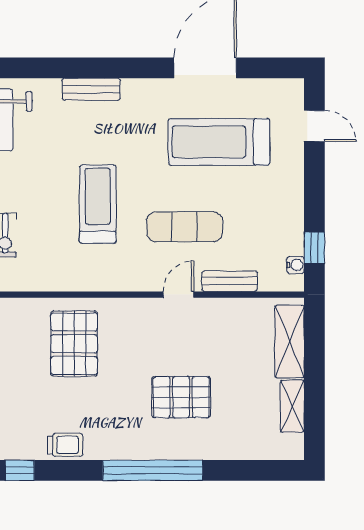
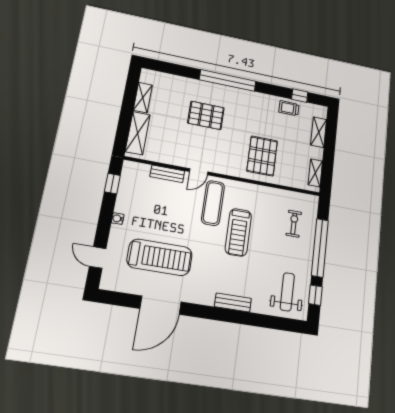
exercise mat: (185, 227) -> (213, 203), moved, turned 90
water cooler: (296, 265) -> (118, 219), moved
trolley: (65, 445) -> (289, 108), moved

